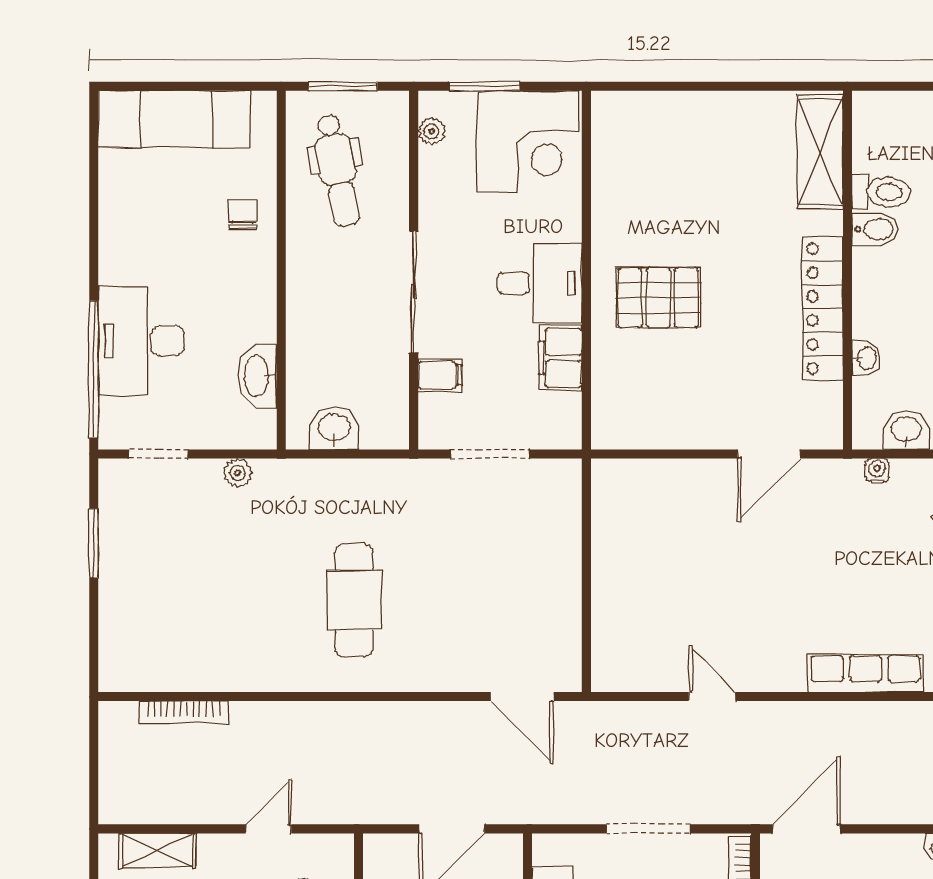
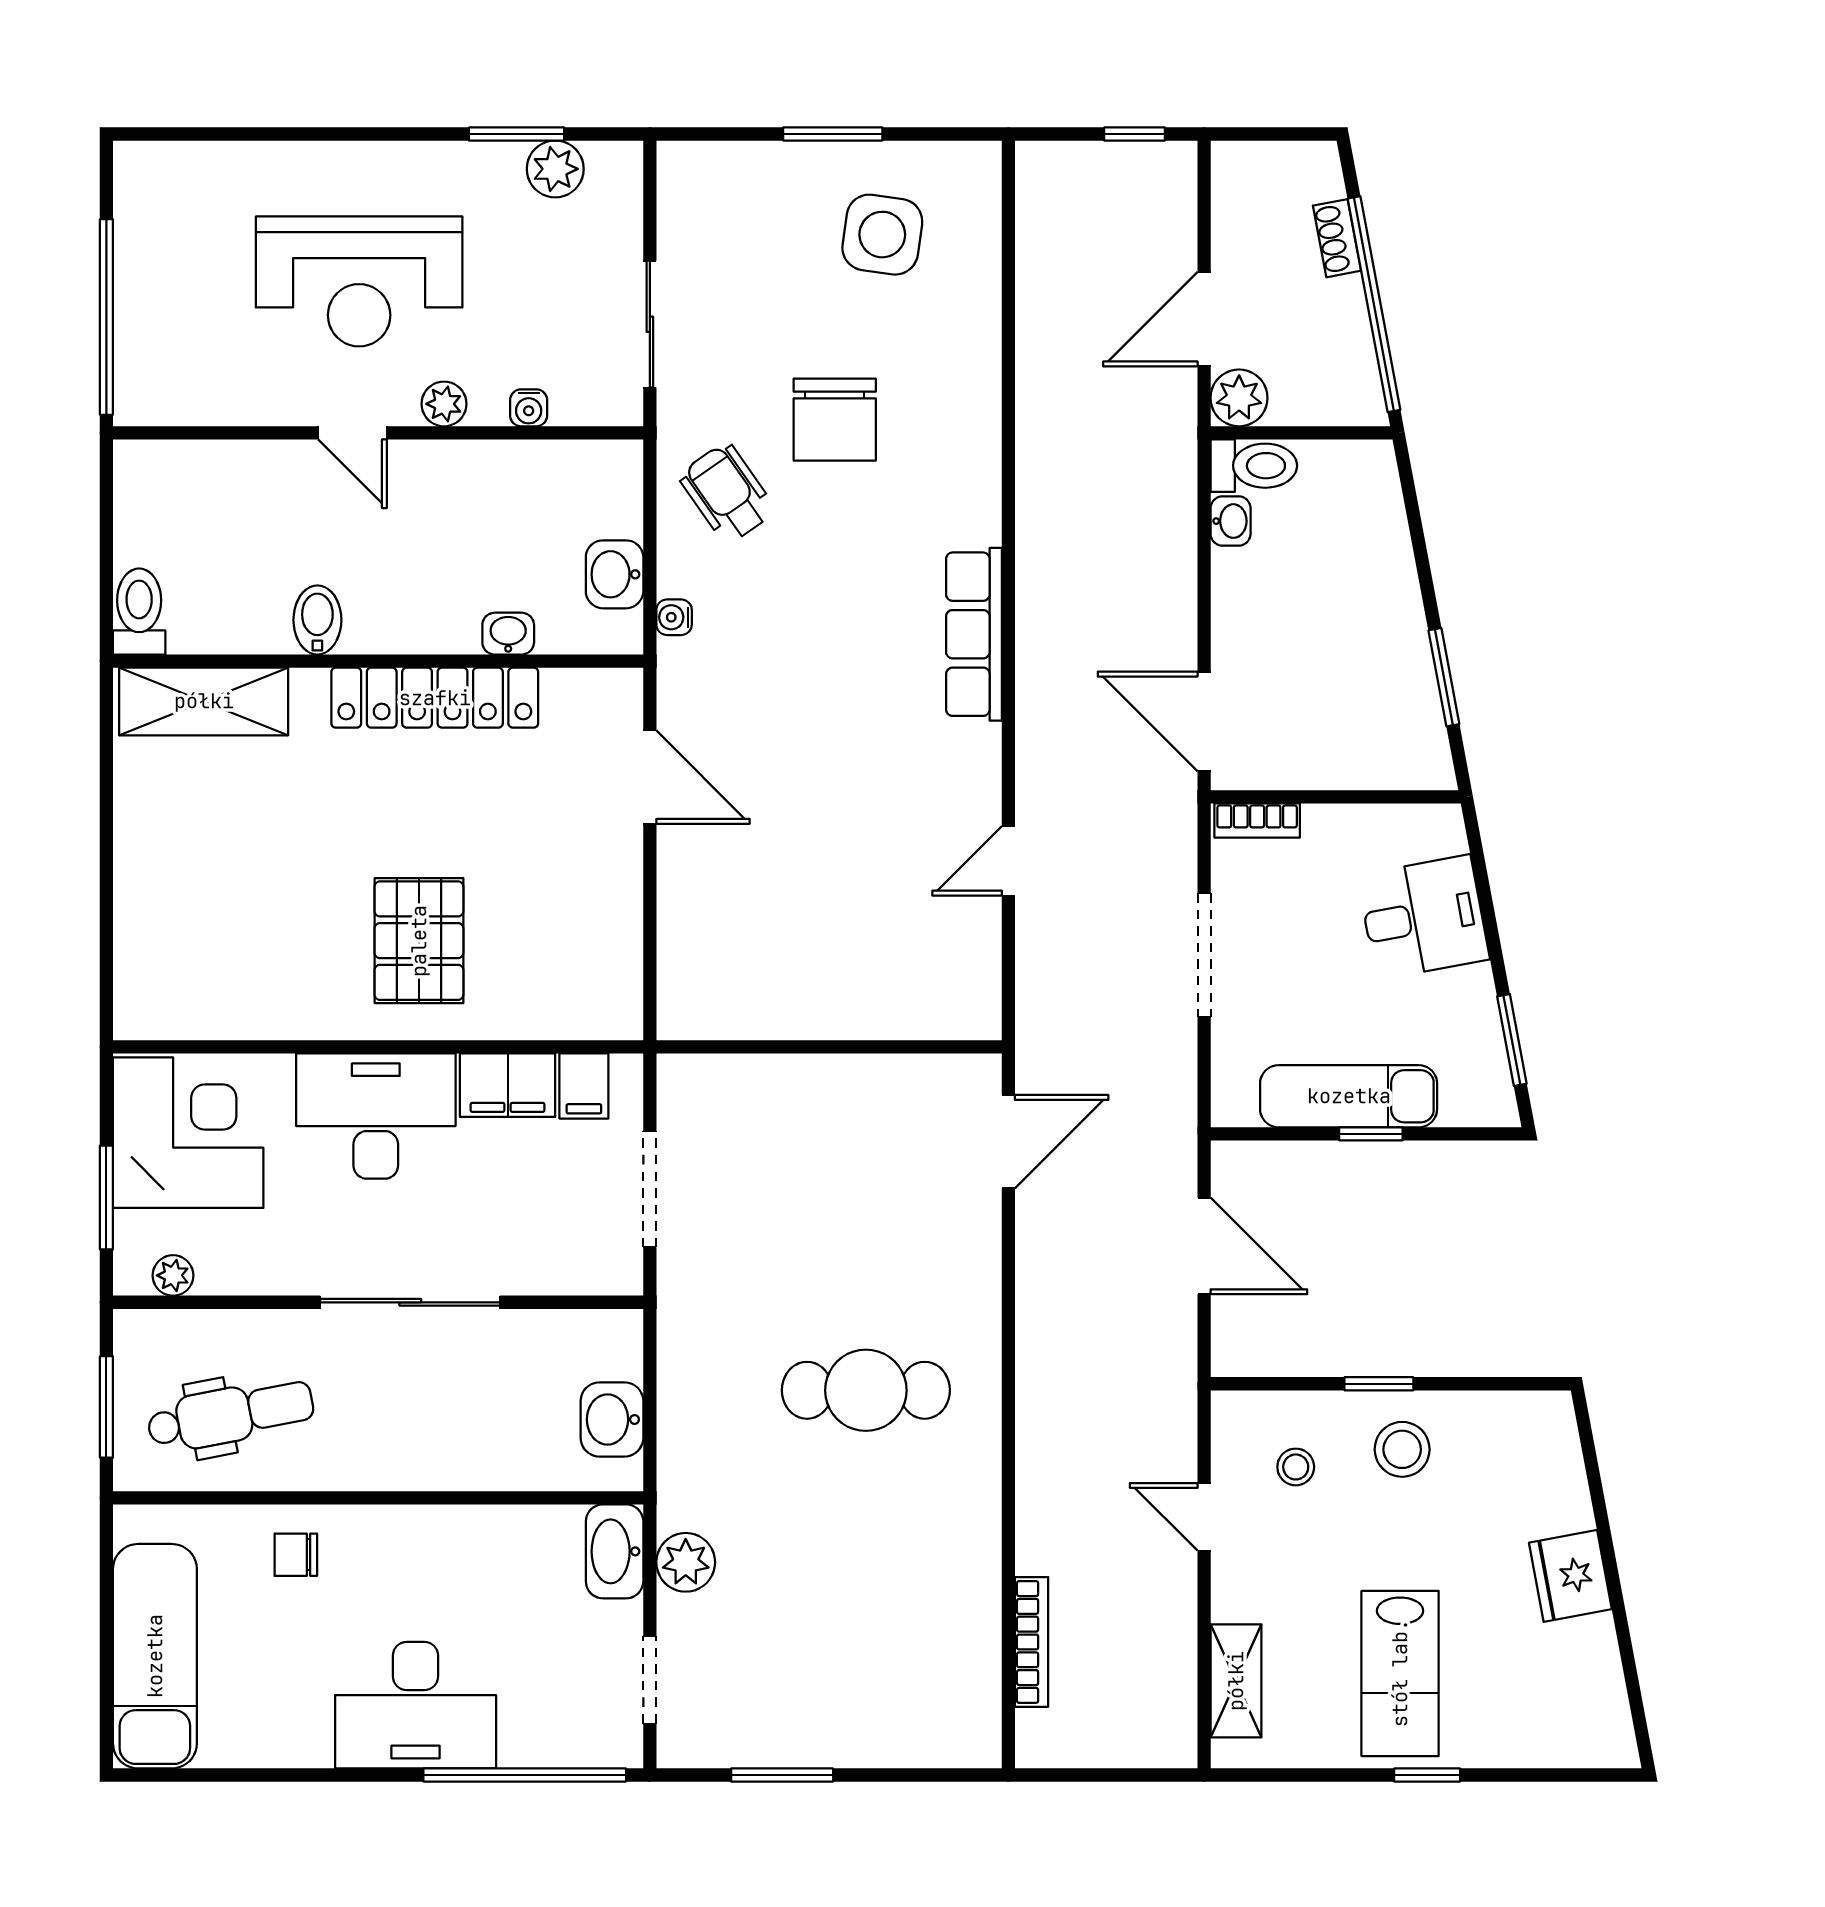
toilet: (881, 192) -> (139, 612), moved
desk: (540, 283) -> (376, 1116), width x1.37
desk: (141, 341) -> (416, 1705), moved
filing cabinet: (440, 375) -> (584, 1086), moved, turned 180
washbasin: (257, 376) -> (615, 1551), moved, turned 90
plant: (238, 473) -> (686, 1562), width x1.38, depth x1.38

